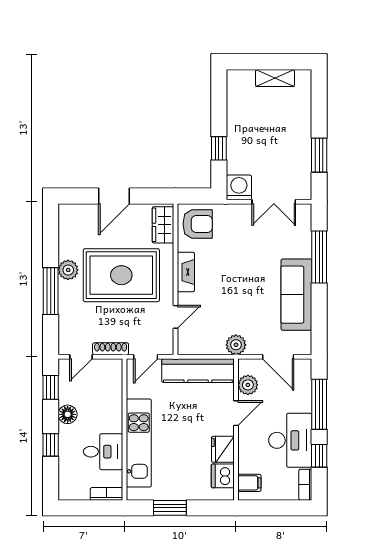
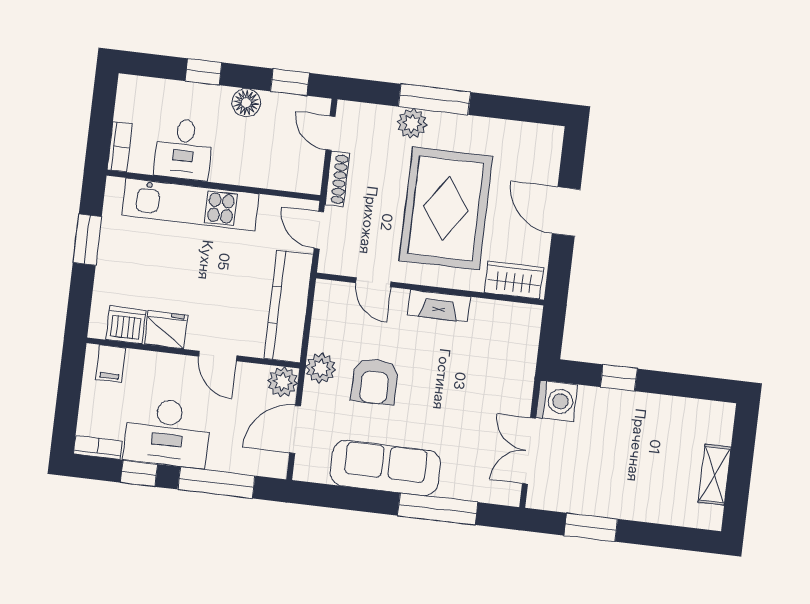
armchair: (198, 224) -> (375, 381), moved
plant: (68, 270) -> (412, 123), moved
plant: (248, 385) -> (283, 382), moved

